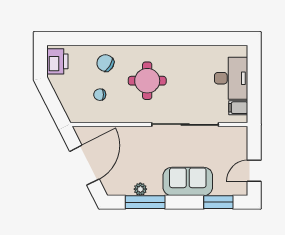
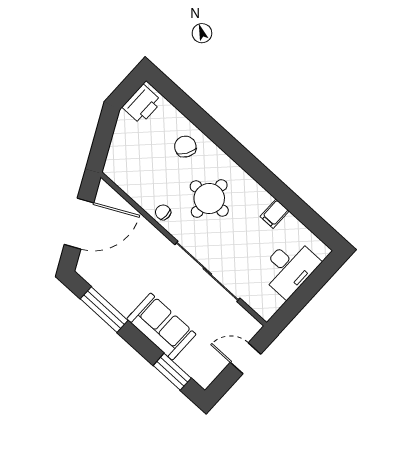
chair: (100, 95) -> (163, 212), moved
filing cabinet: (238, 108) -> (275, 214), moved, turned -90
door: (254, 171) -> (246, 358), moved
plant: (140, 189) -> (111, 293), removed

